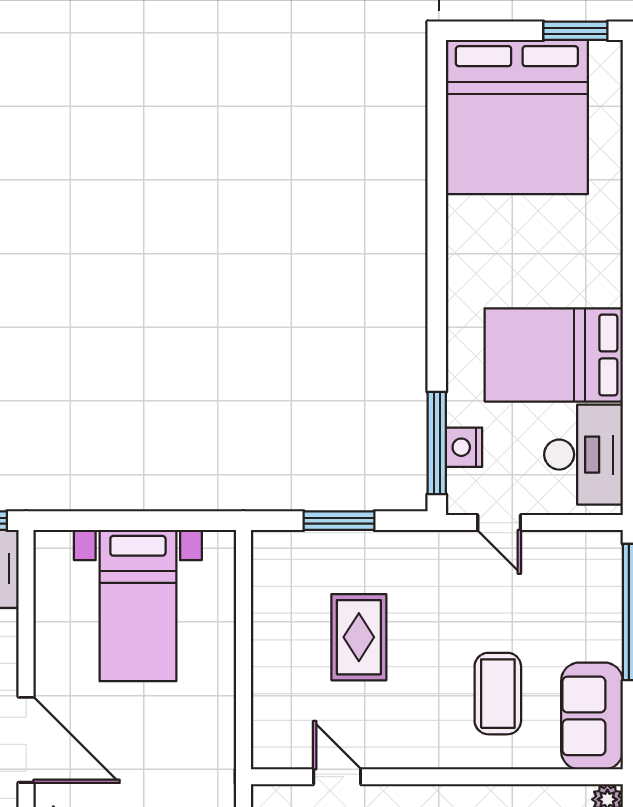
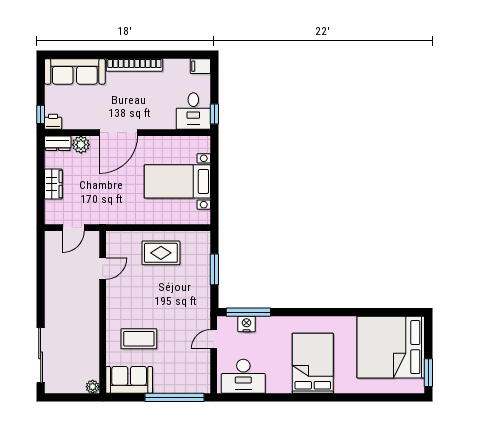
bed: (554, 355) -> (313, 363), moved
rug: (359, 637) -> (161, 253), moved

